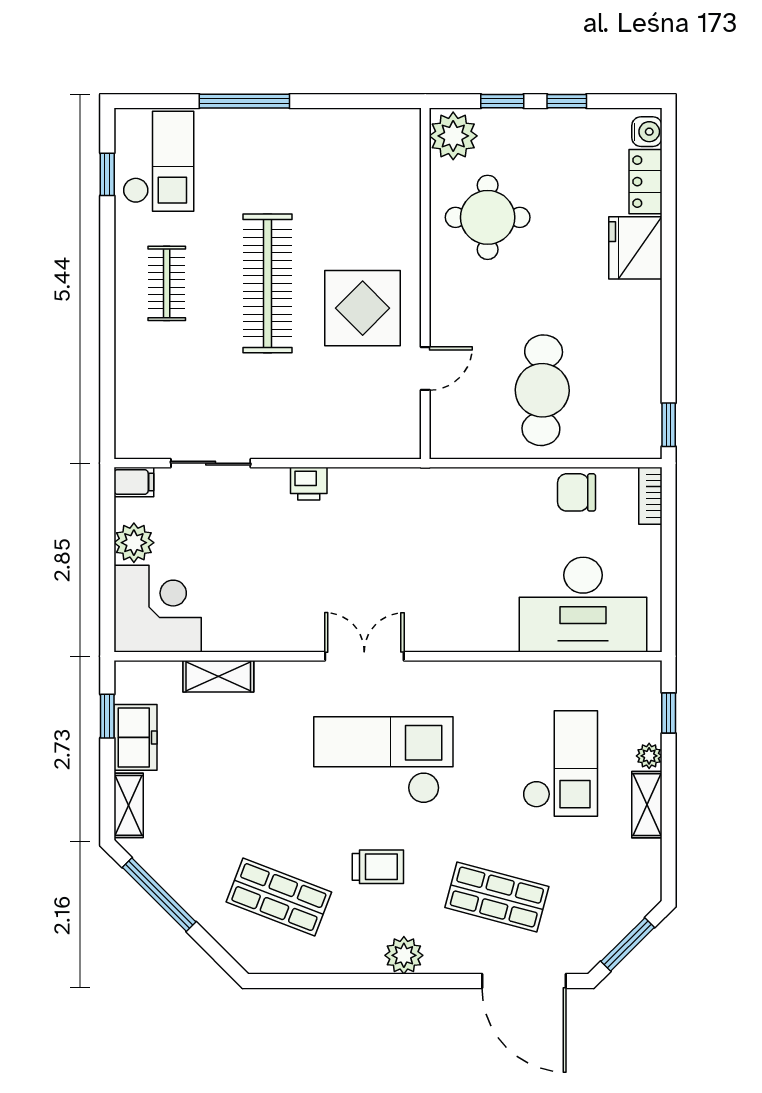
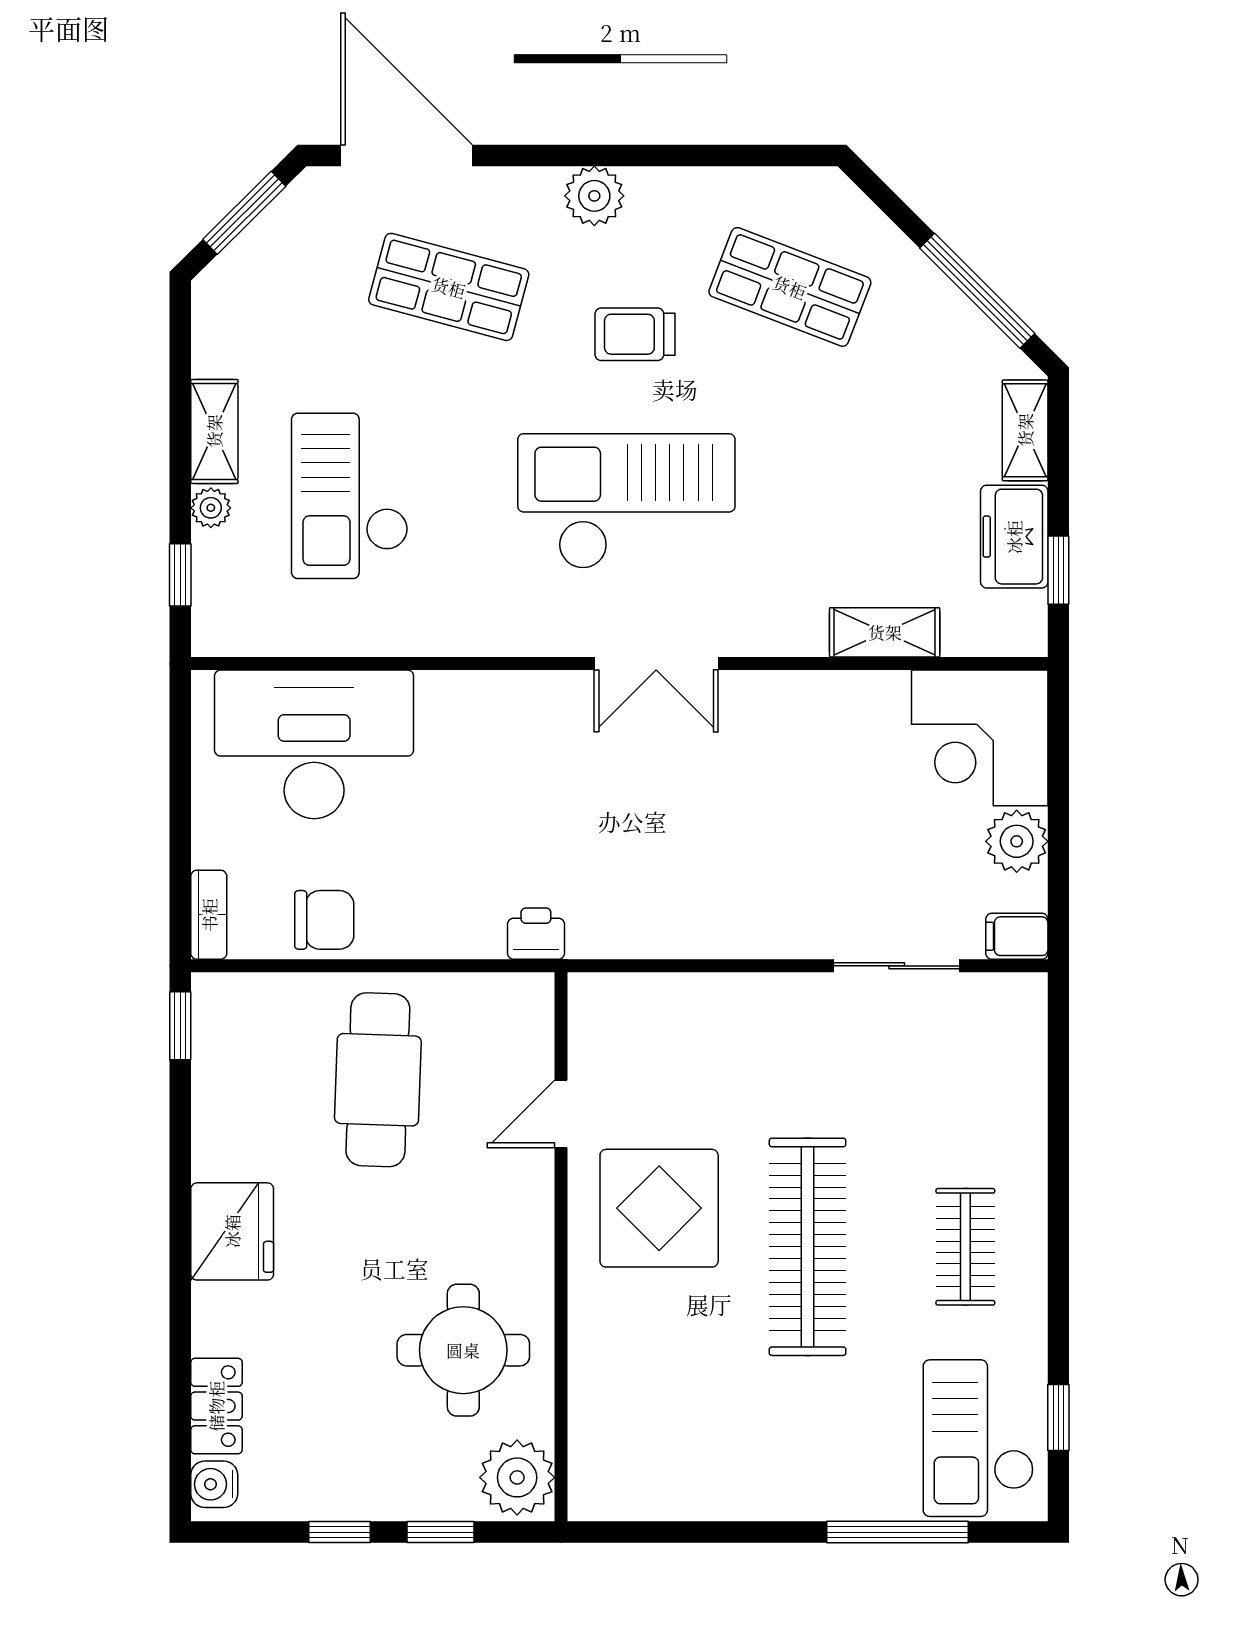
window: (244, 101) -> (898, 1532), moved
fridge: (635, 248) -> (232, 1231), moved
printer: (309, 484) -> (536, 934), moved
checkout: (383, 760) -> (626, 501), turned 180

